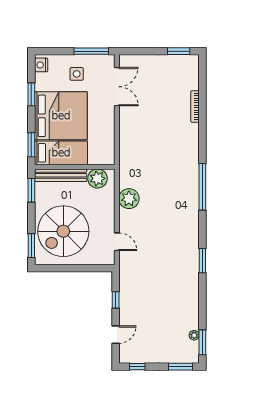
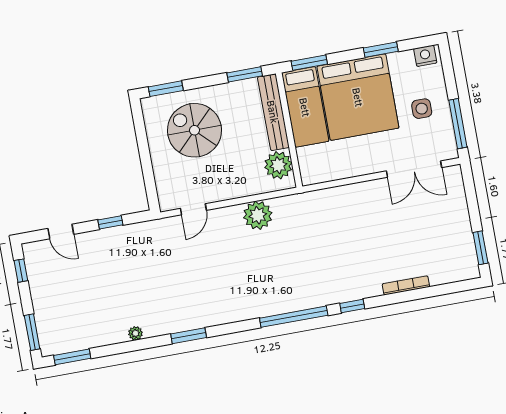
window: (202, 146) -> (352, 306), added
spiral stairs: (63, 231) -> (194, 130), width x0.73, depth x0.73
plant: (194, 335) -> (135, 333), moved

